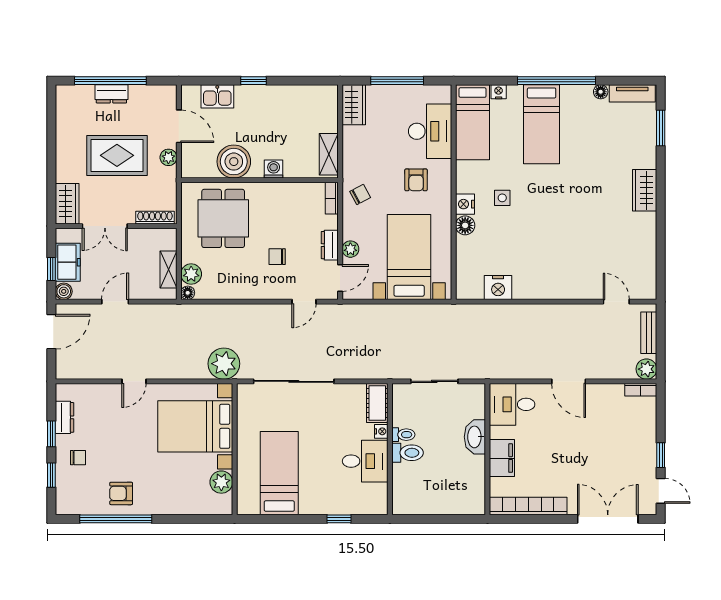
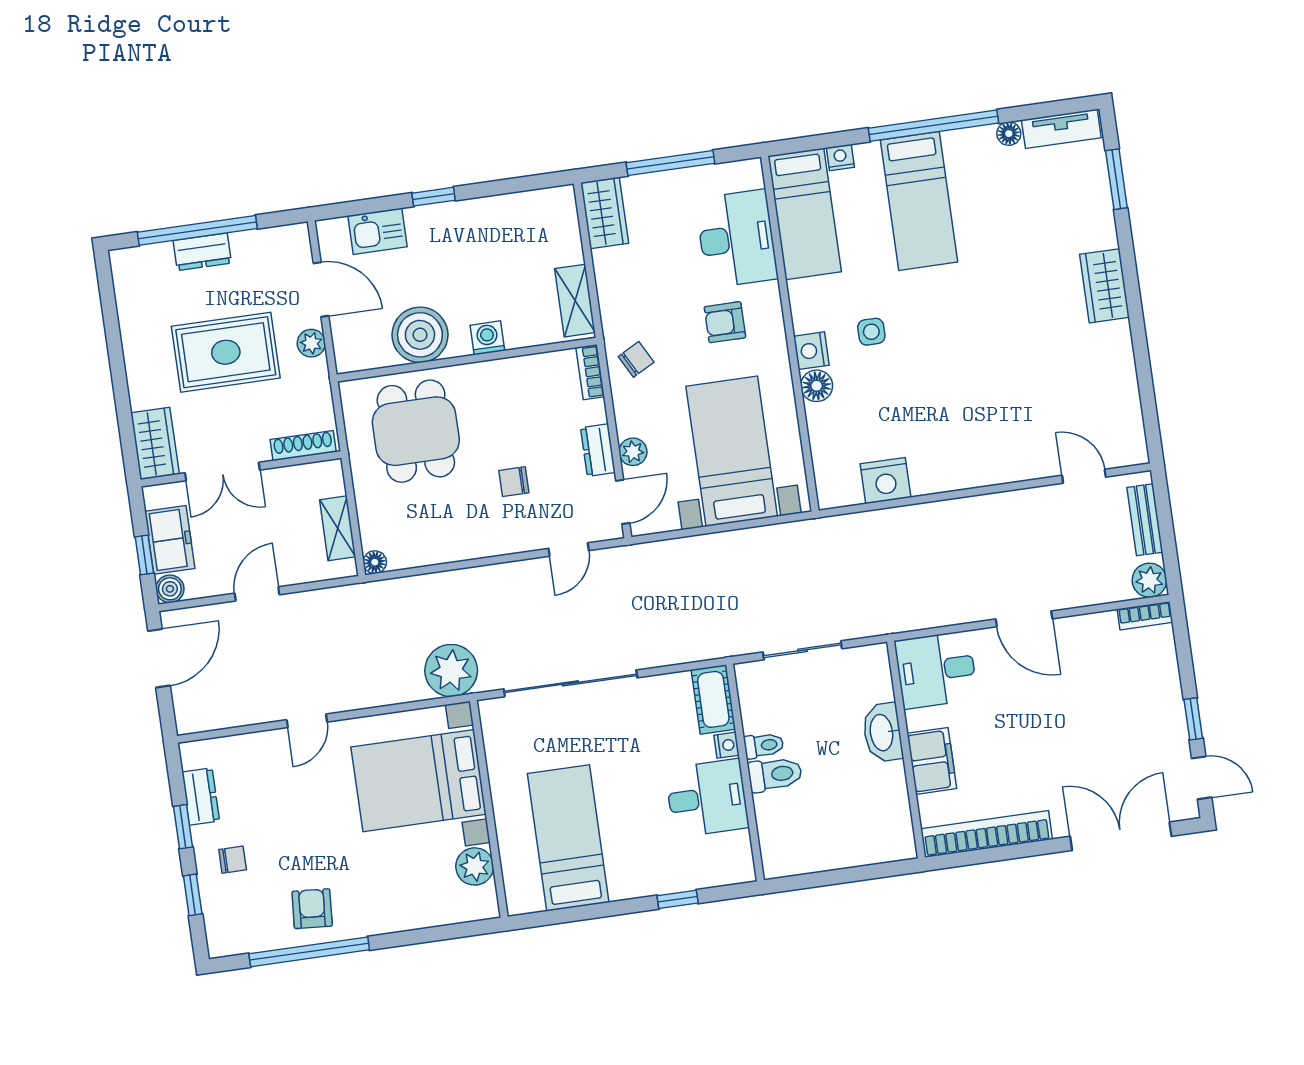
armchair: (416, 180) -> (725, 322), turned 90
plant: (191, 274) -> (376, 530), removed
armchair: (121, 493) -> (312, 909), turned 94

